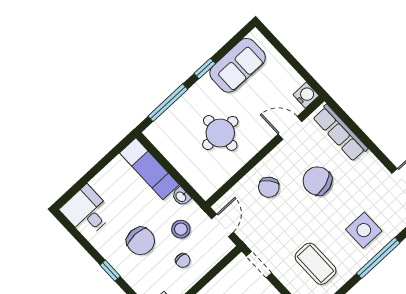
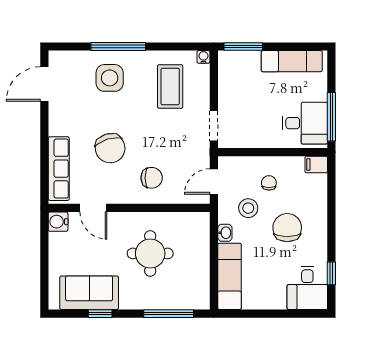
window: (205, 68) -> (100, 314), moved
chair: (269, 187) -> (152, 178), turned 40
window: (110, 271) -> (331, 273), moved

